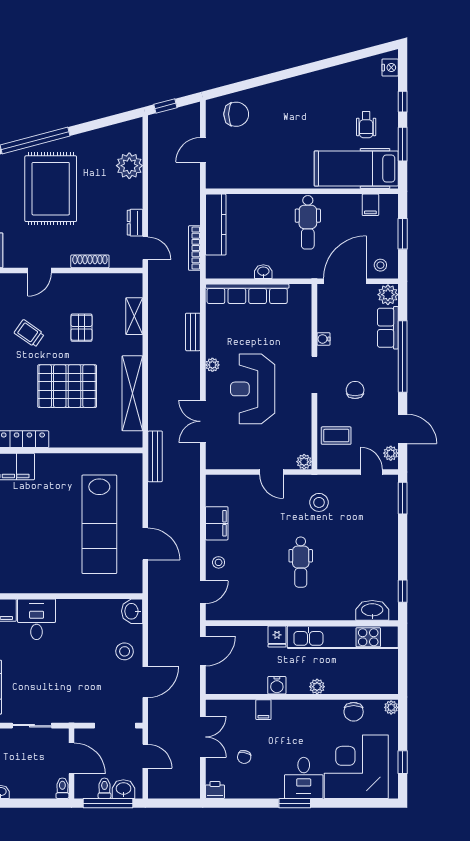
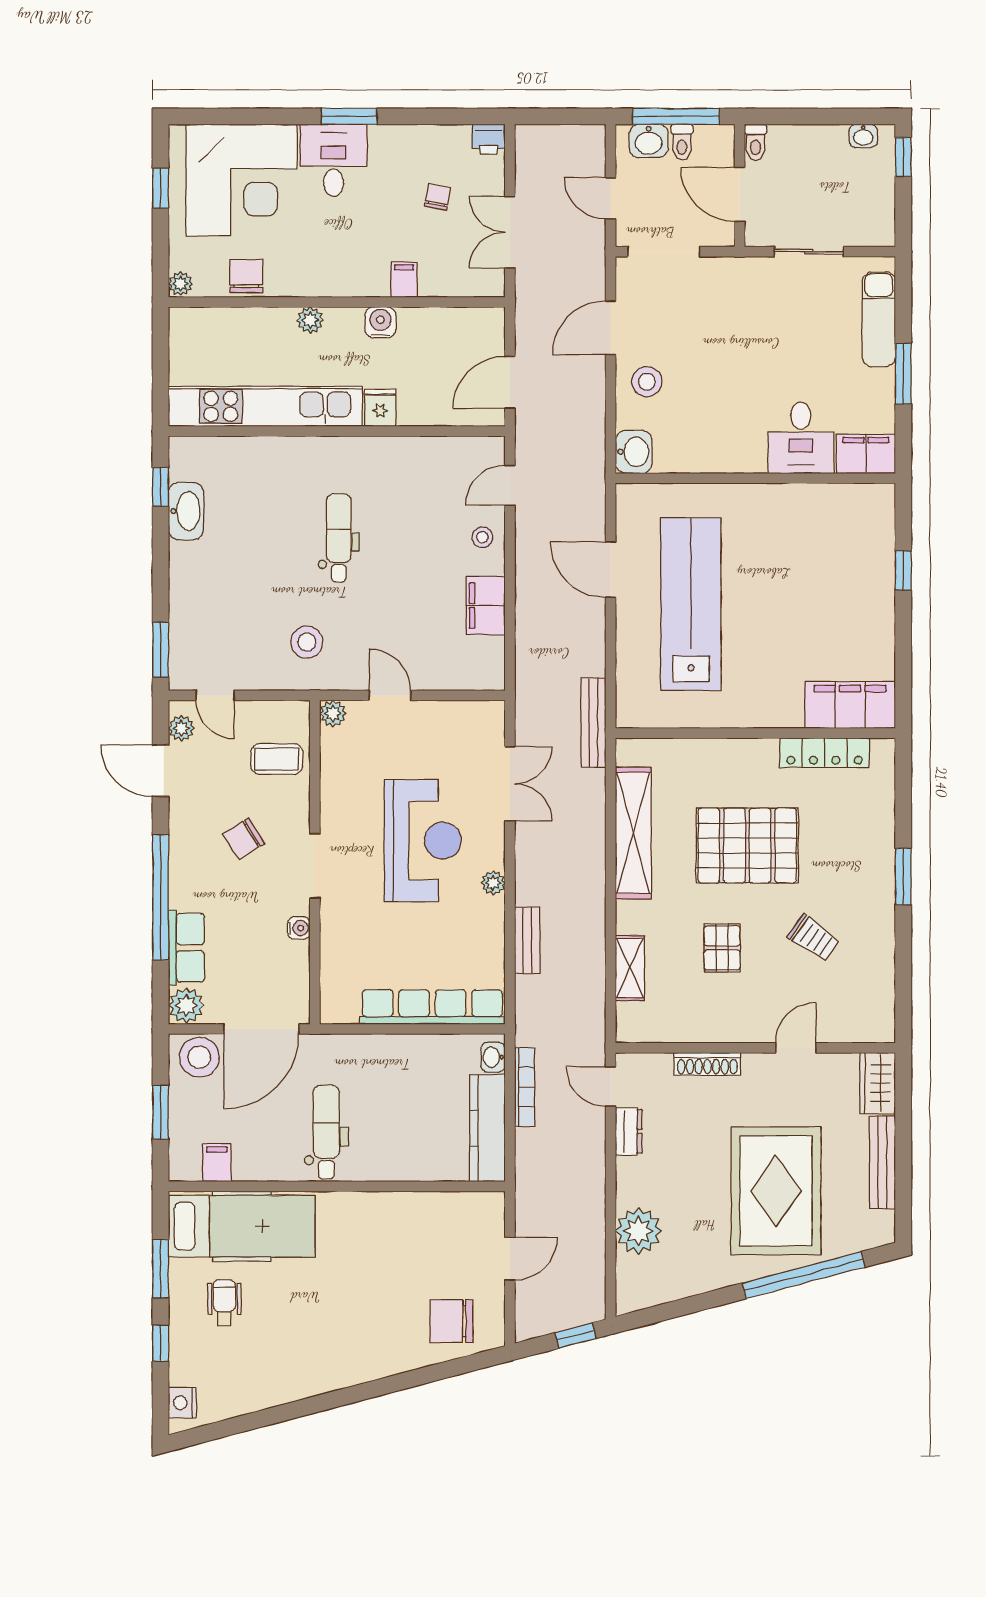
stool: (380, 265) -> (199, 1057), width x1.89, depth x1.89
washbasin: (263, 272) -> (493, 1057), moved, turned 90
chair: (355, 390) -> (244, 839), turned 58
washbasin: (372, 610) -> (186, 511), moved, turned -90

